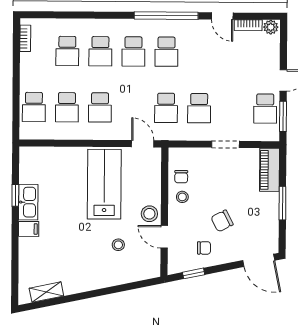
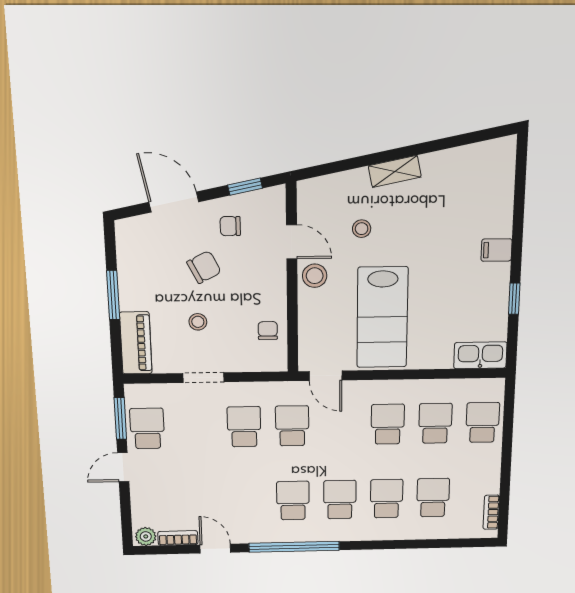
stool: (182, 197) -> (198, 322), moved
kitchen sink: (28, 202) -> (480, 355), moved, turned 90
door: (259, 260) -> (174, 202), moved
shelving: (46, 292) -> (395, 171), moved

